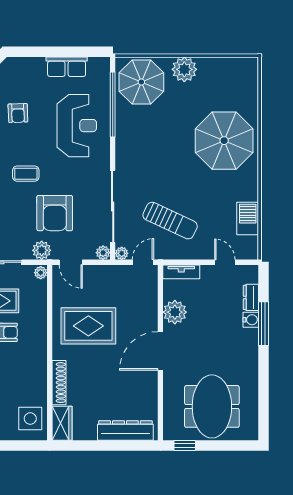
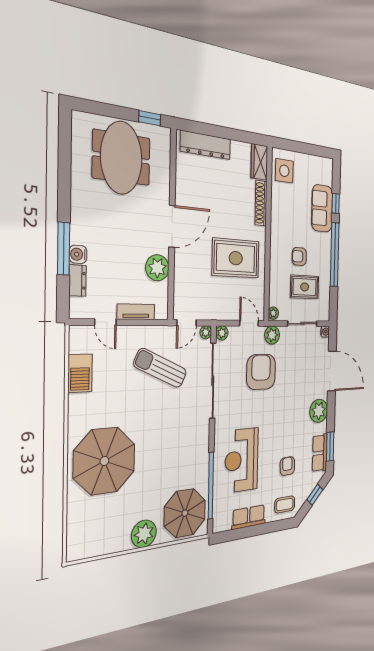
coffee table: (26, 174) -> (285, 504), moved
tv unit: (181, 272) -> (136, 312), moved

